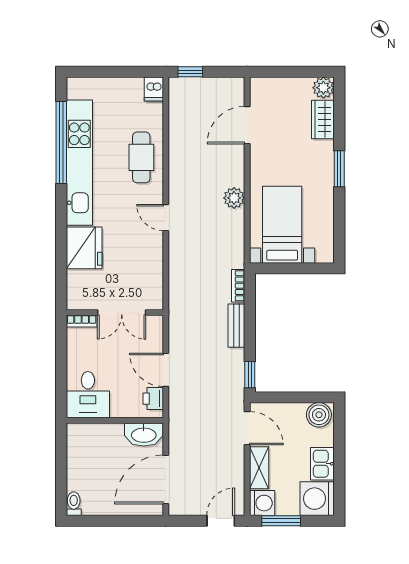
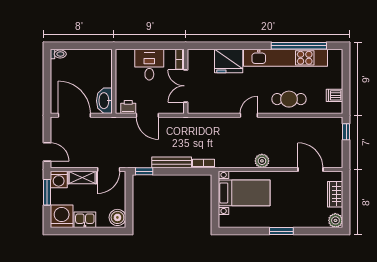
dishwasher: (154, 89) -> (335, 95), moved
wardrobe: (323, 119) -> (335, 194), moved, turned -90
bench: (236, 326) -> (172, 162), width x1.36
door: (166, 370) -> (147, 115), swing flipped
desk: (88, 395) -> (149, 65), moved, turned 90

